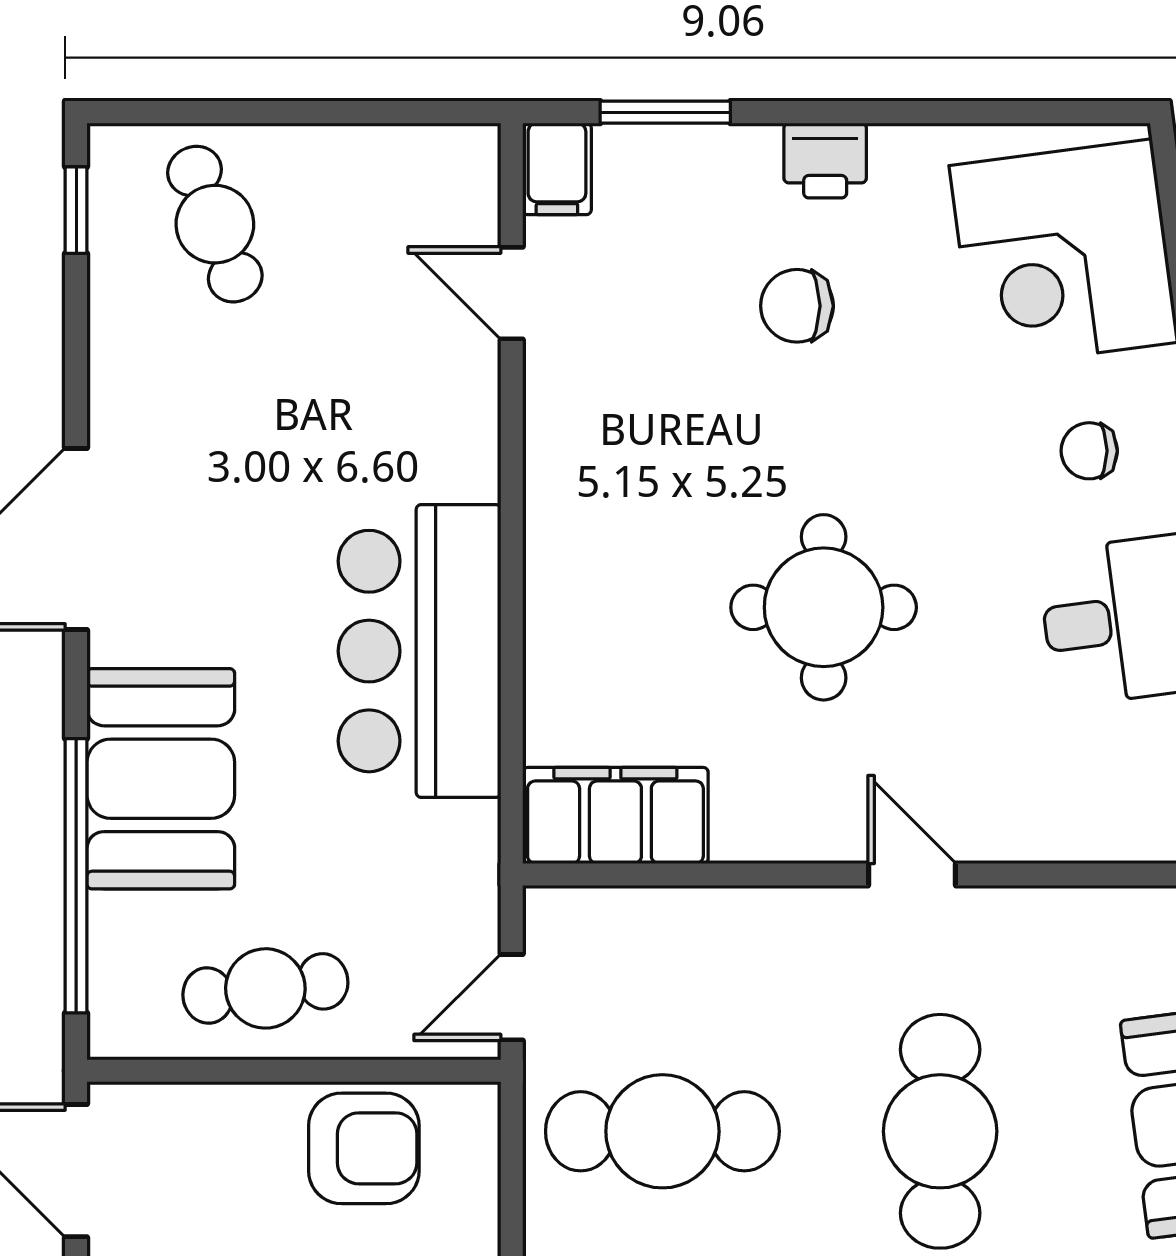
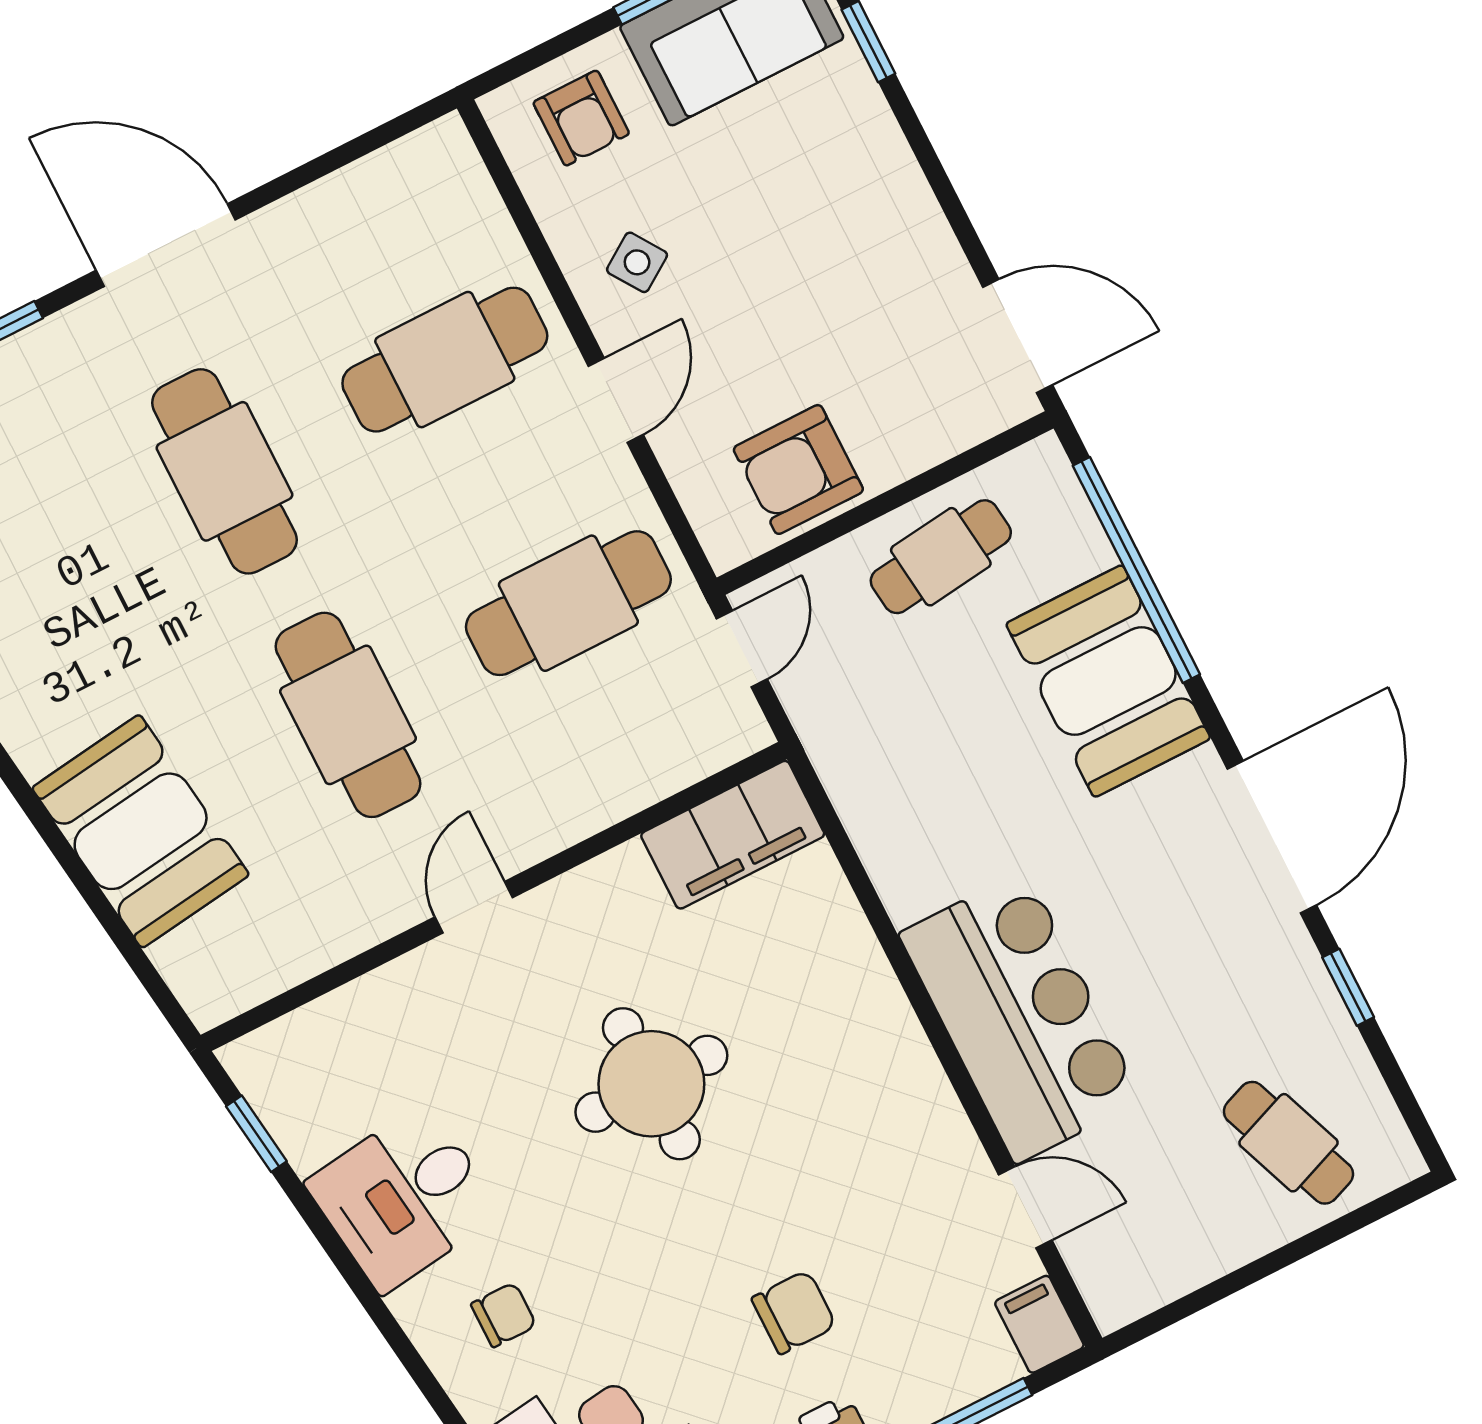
window: (76, 210) -> (1348, 987), moved
bar counter: (419, 651) -> (1021, 1017), moved
door: (912, 875) -> (474, 907), swing flipped

